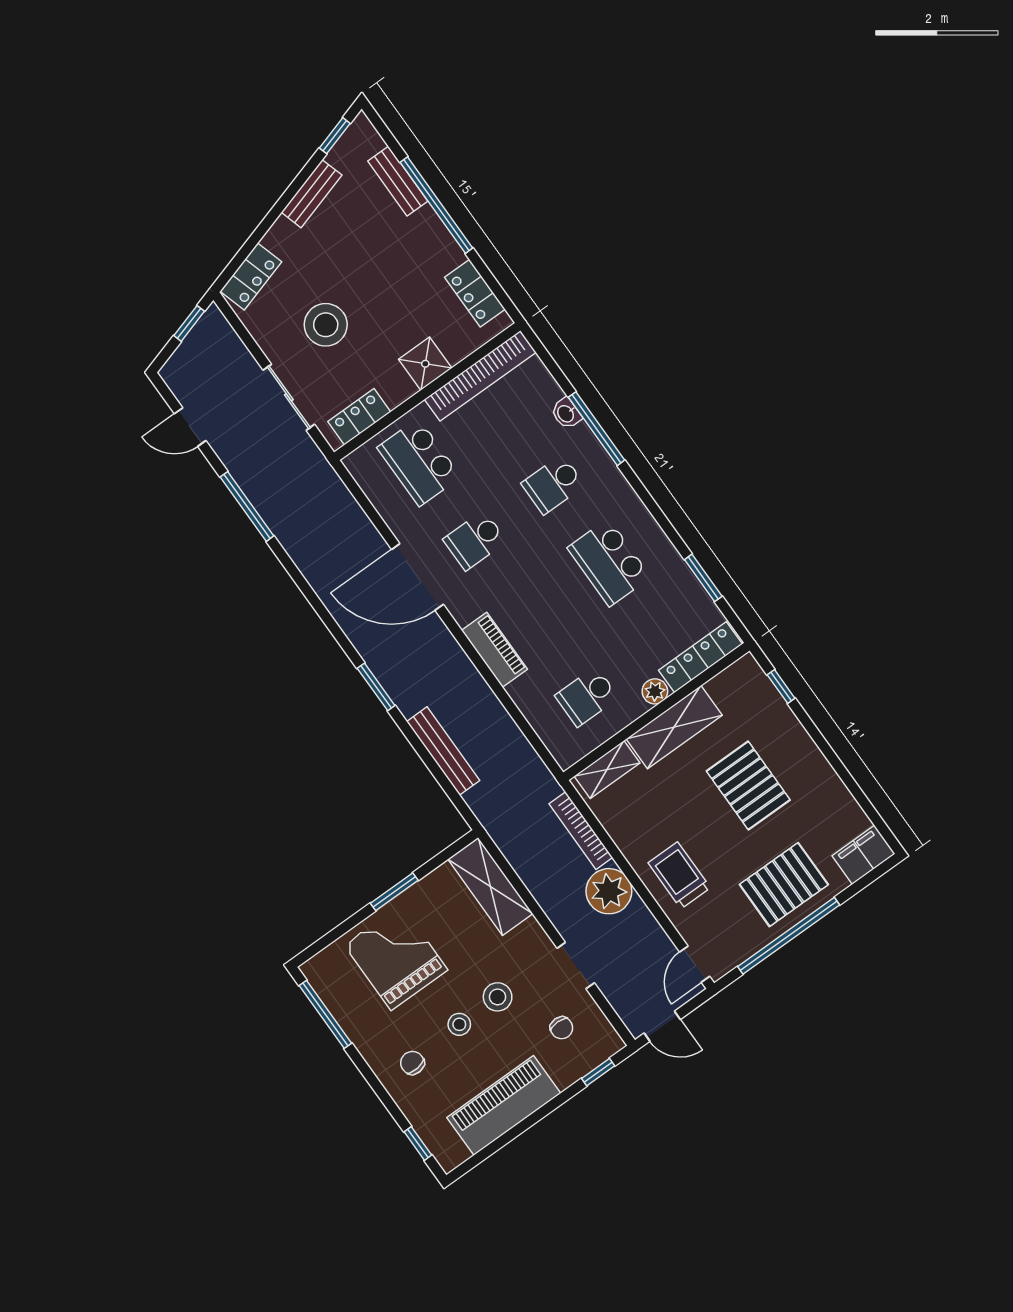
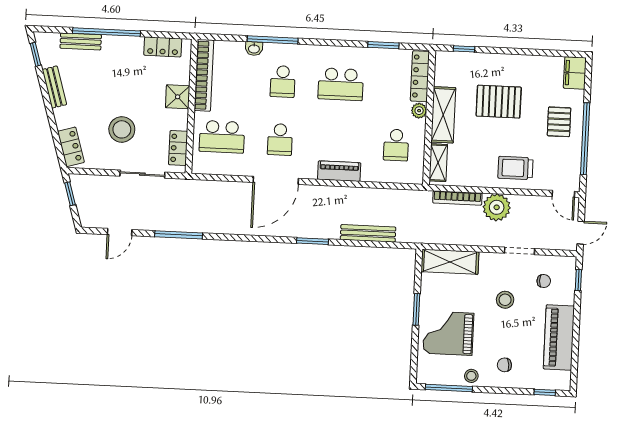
pallet: (784, 885) -> (559, 122), width x0.67, depth x0.71
stool: (459, 1024) -> (471, 376), moved

